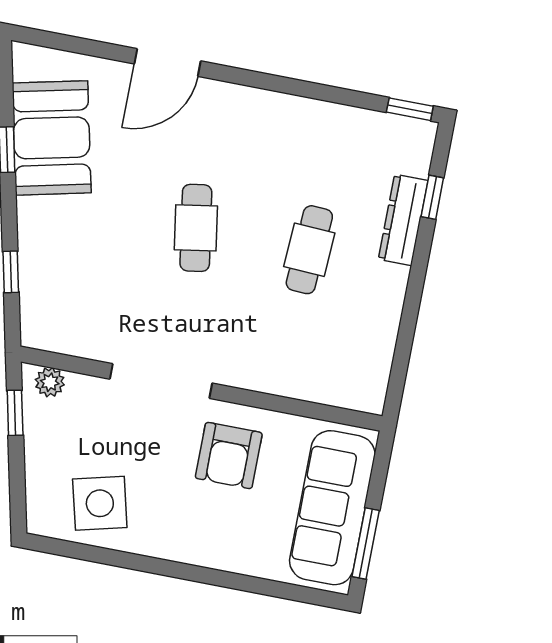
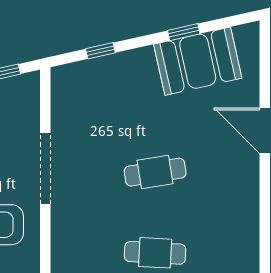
plant: (50, 382) -> (30, 92), removed

